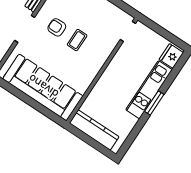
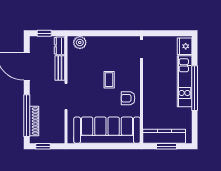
armchair: (57, 27) -> (128, 98), moved
window: (154, 103) -> (195, 88), width x2.11
window: (90, 141) -> (167, 146), added

